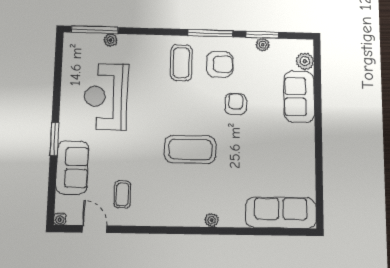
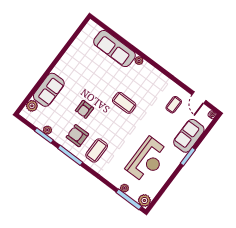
plant: (73, 42) -> (144, 200), added
coffee table: (190, 149) -> (124, 103), width x0.73, depth x0.76
sofa: (281, 213) -> (115, 49), moved

